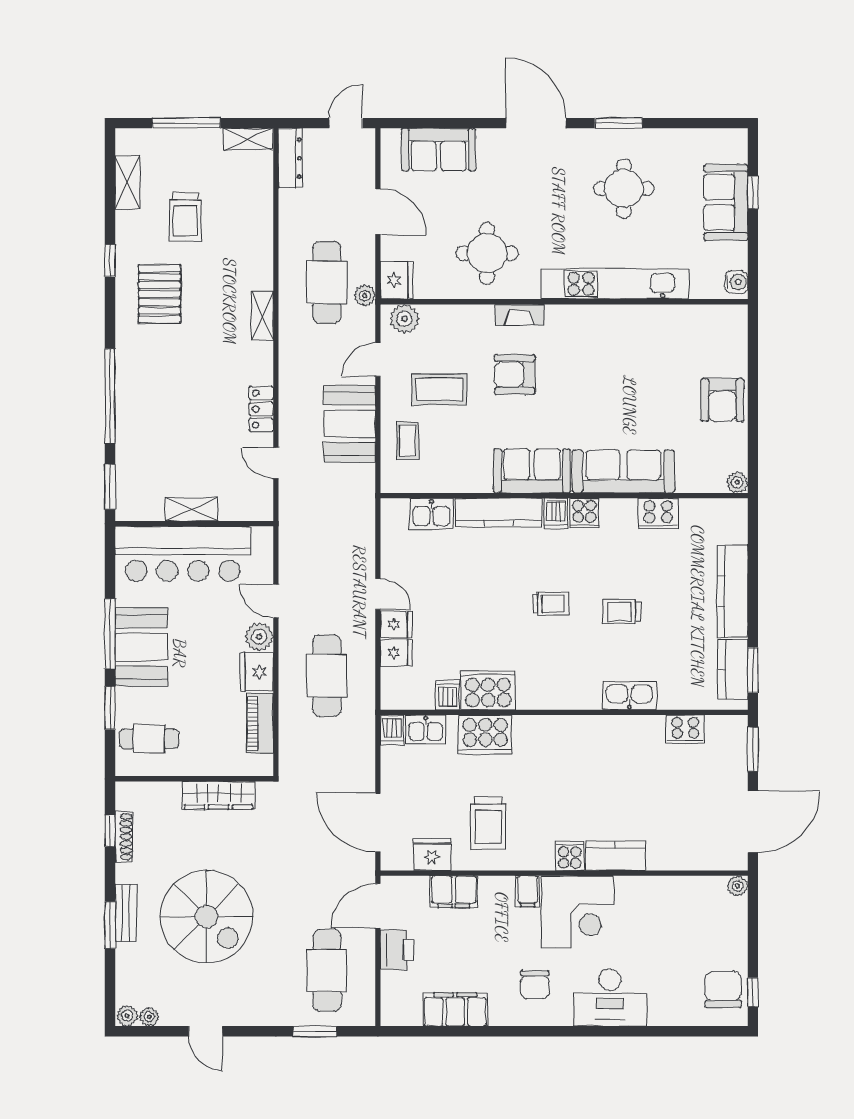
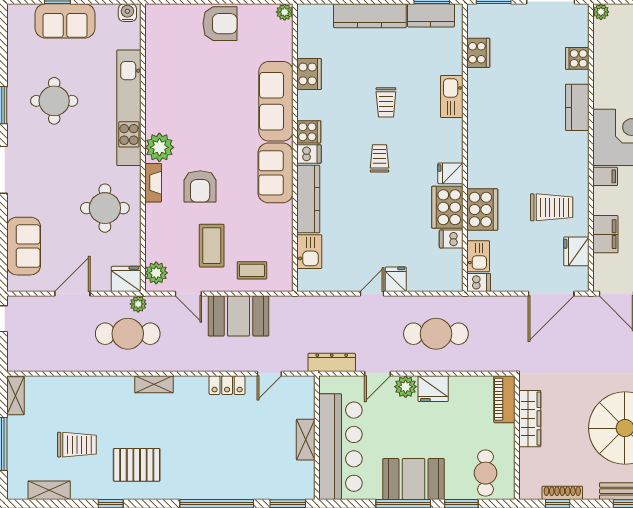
dresser: (290, 158) -> (332, 362), moved
plant: (565, 323) -> (159, 147), added
fridge: (396, 653) -> (450, 173), moved, turned -90
piano: (260, 723) -> (504, 399), moved, turned 90
cooker: (570, 856) -> (577, 58), moved

